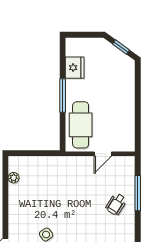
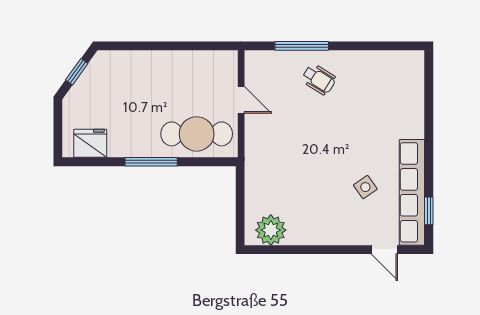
fridge: (75, 68) -> (90, 143), moved
plant: (14, 178) -> (271, 230), width x1.87, depth x1.87

